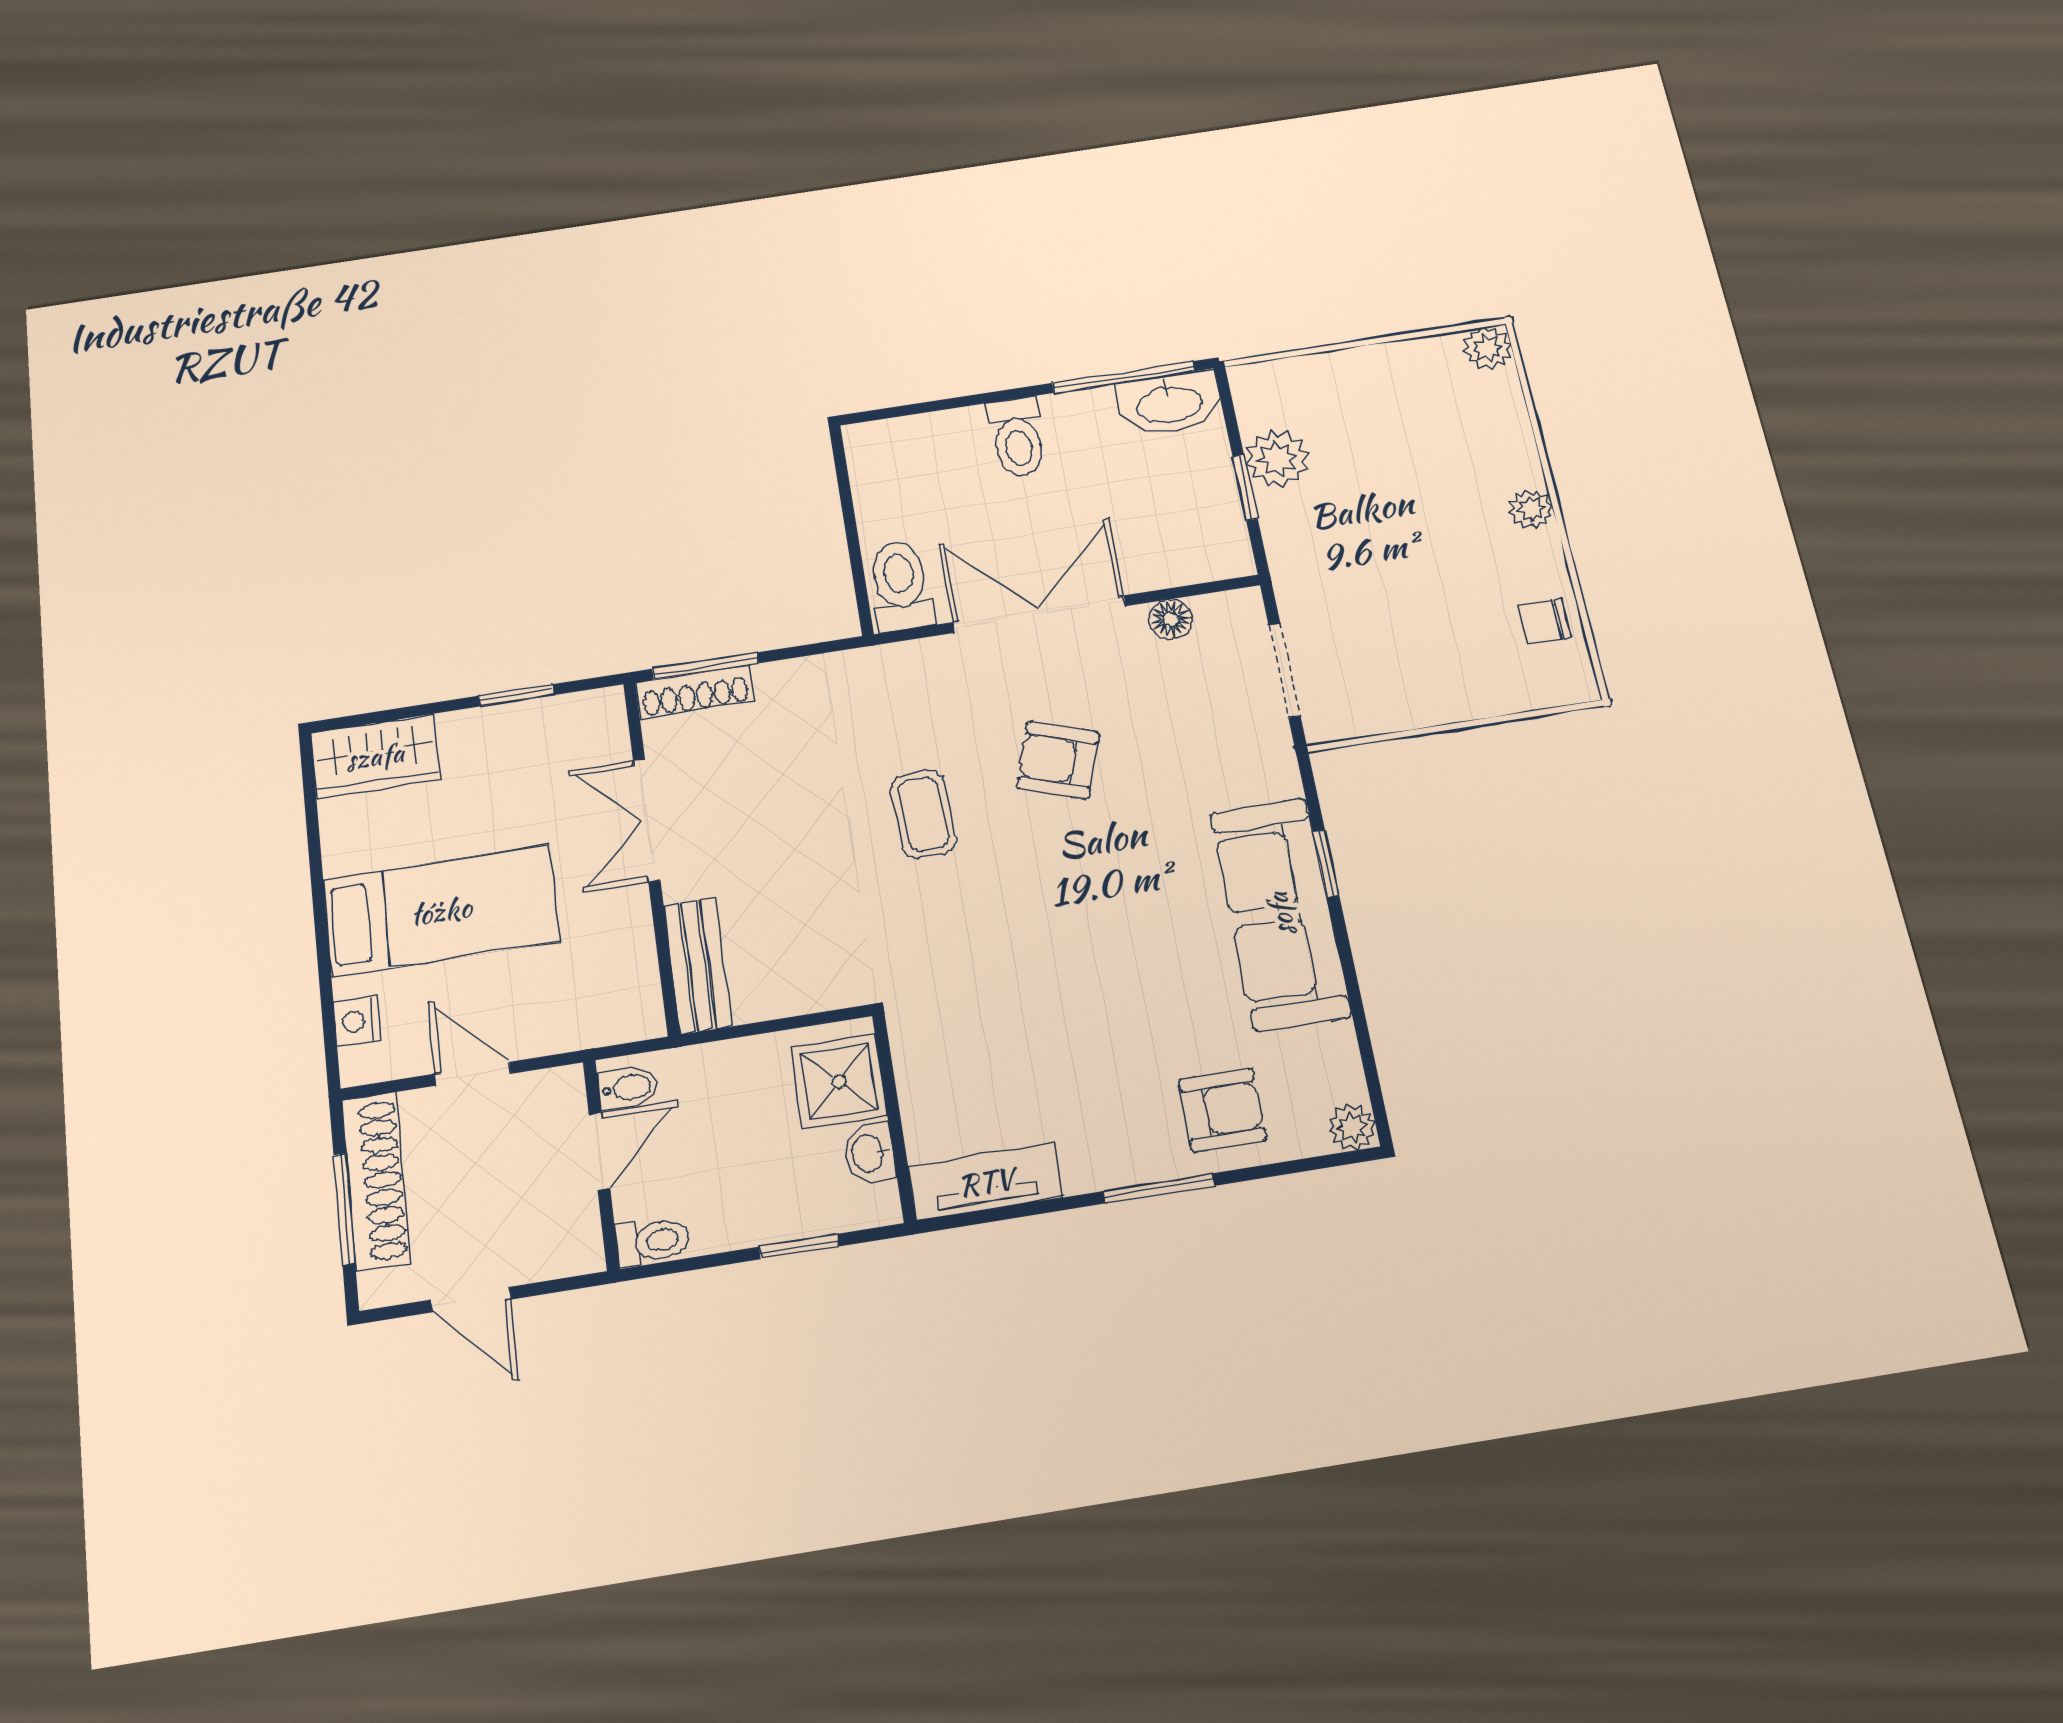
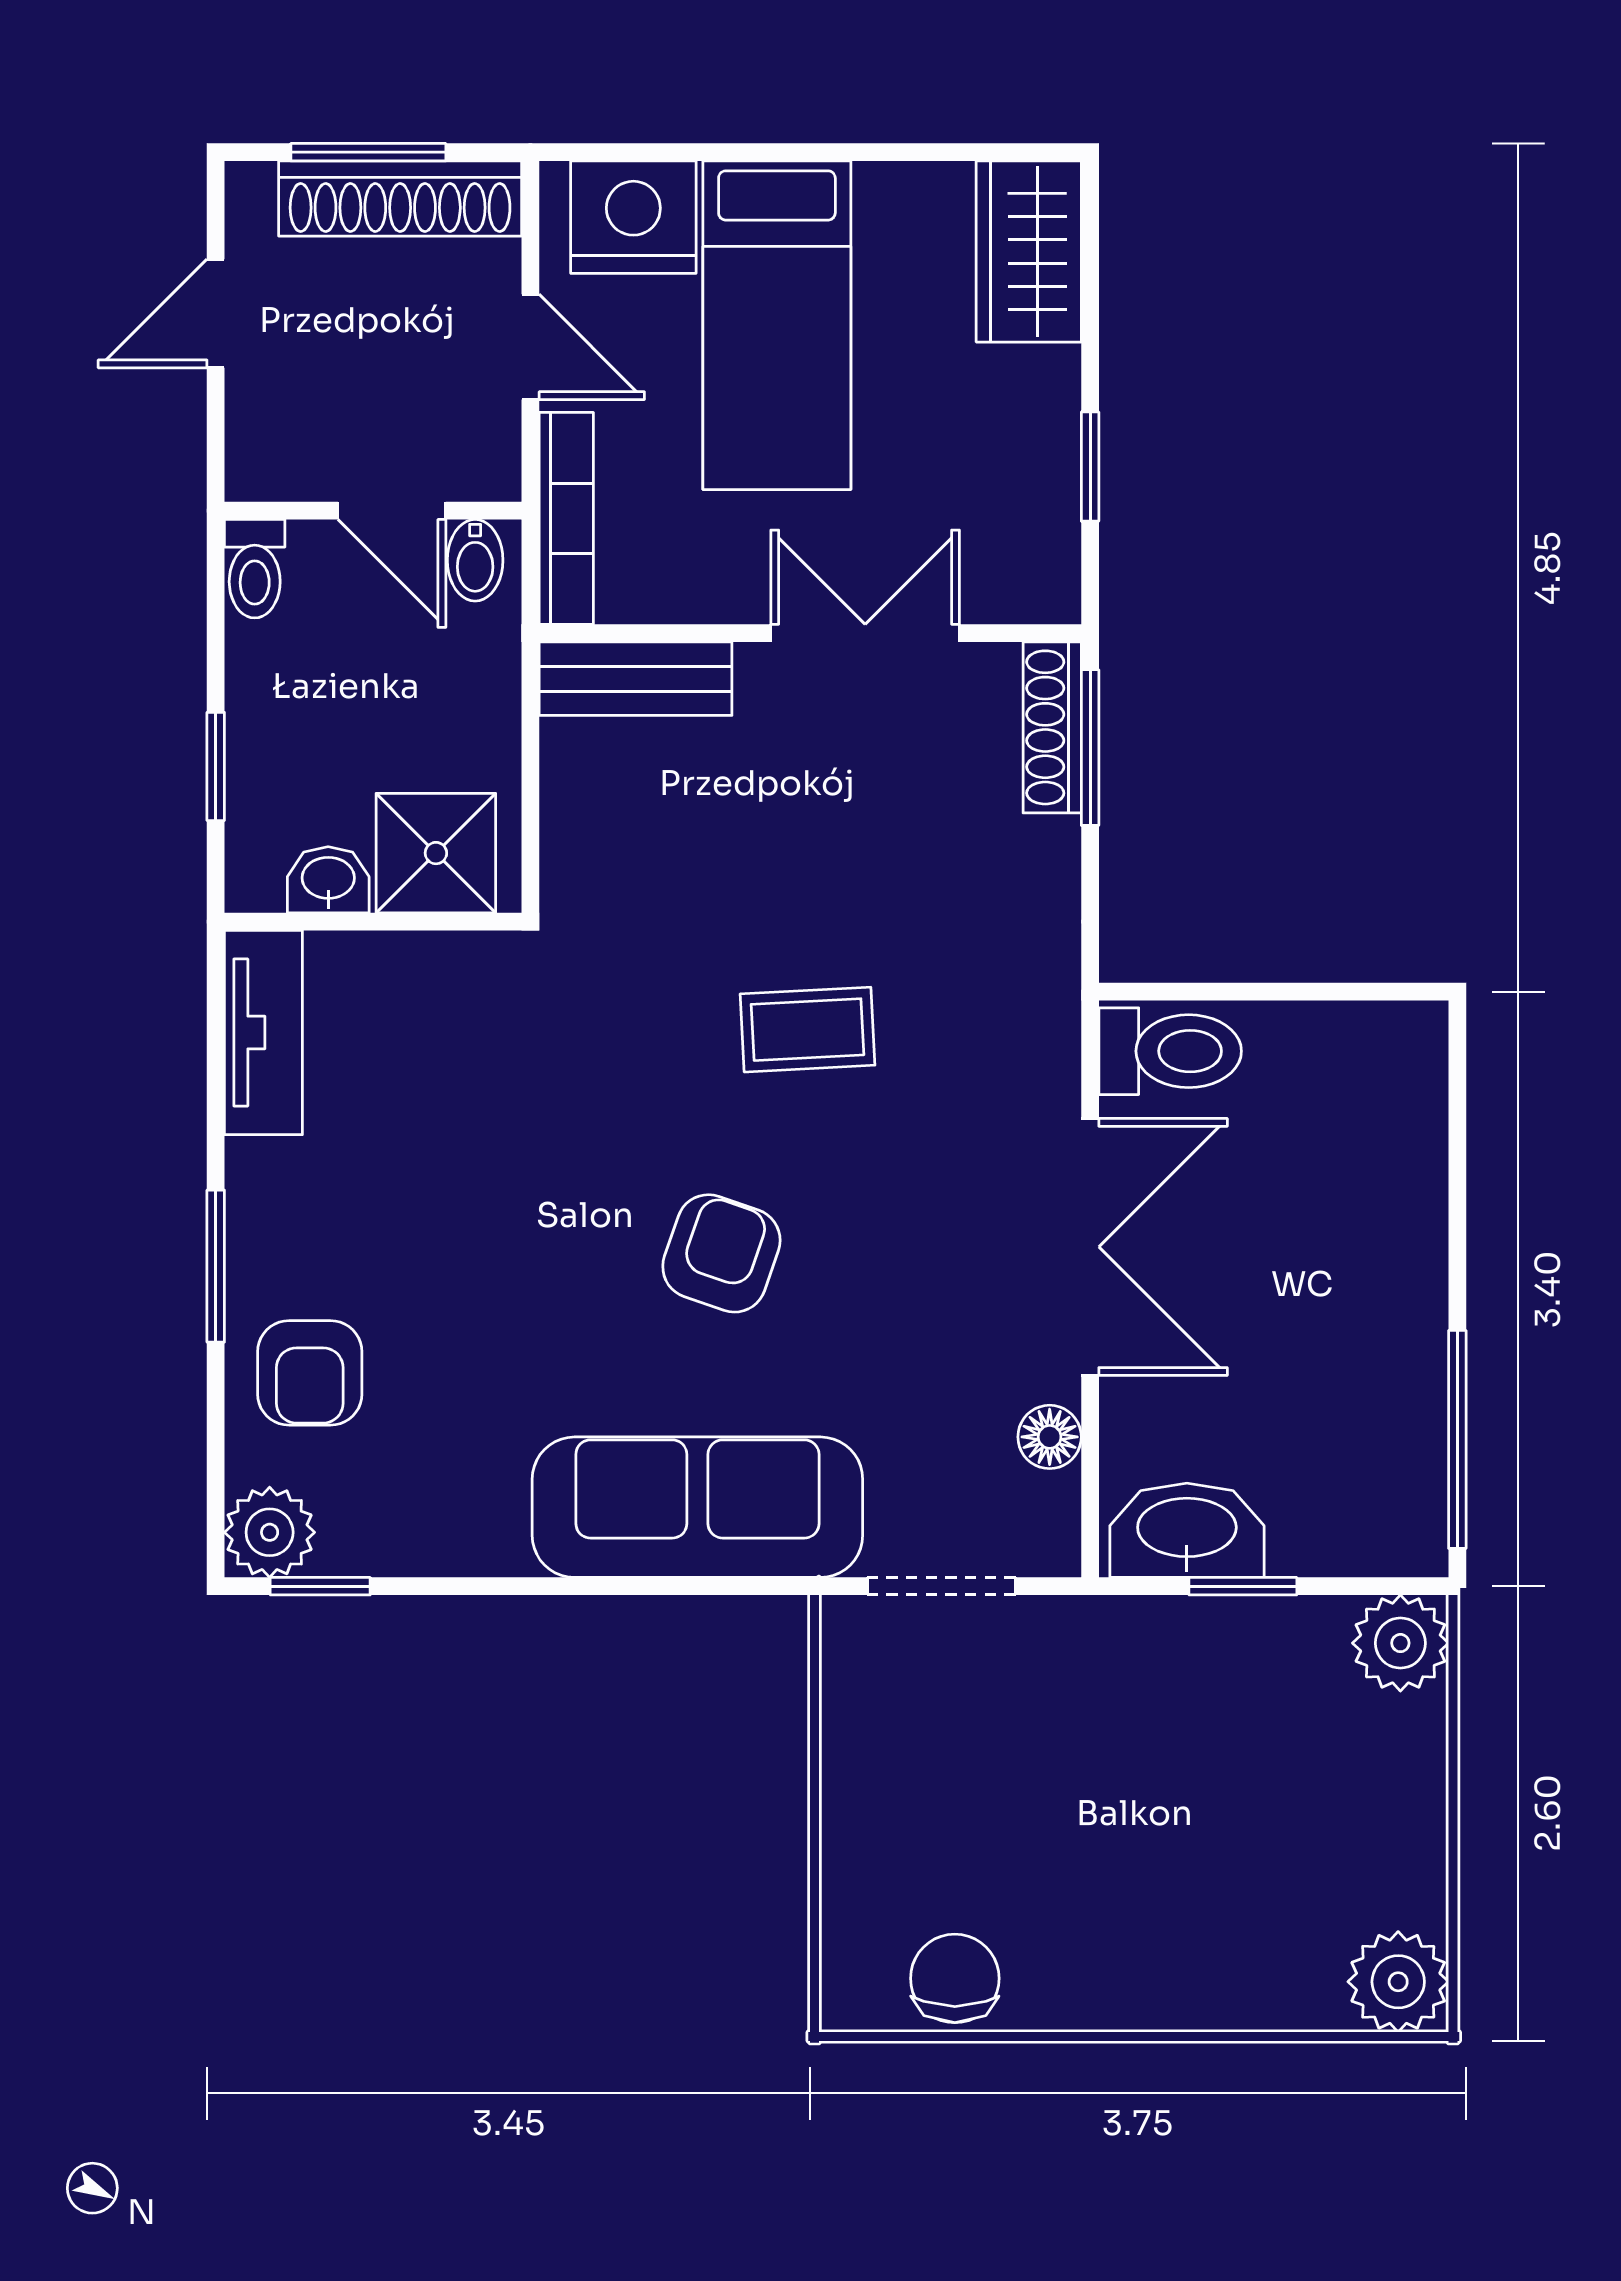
plant: (1488, 348) -> (1398, 1982), width x1.38, depth x1.38
washbasin: (1170, 403) -> (1187, 1530), moved, turned 90
toilet: (1017, 437) -> (1383, 1263), removed
plant: (1277, 459) -> (1400, 1643), moved
plant: (1531, 509) -> (1136, 1999), removed
chair: (1545, 621) -> (955, 1978), width x1.37, depth x1.37
armchair: (1058, 760) -> (721, 1253), moved
window: (1326, 863) -> (320, 1586), moved
sofa: (1280, 914) -> (697, 1507), moved
nightstand: (357, 1021) -> (633, 217), width x1.89, depth x1.79
bookcase: (591, 1030) -> (566, 518), added
door: (473, 1074) -> (530, 347), hinge flipped
plant: (1352, 1127) -> (270, 1532), width x1.38, depth x1.38

